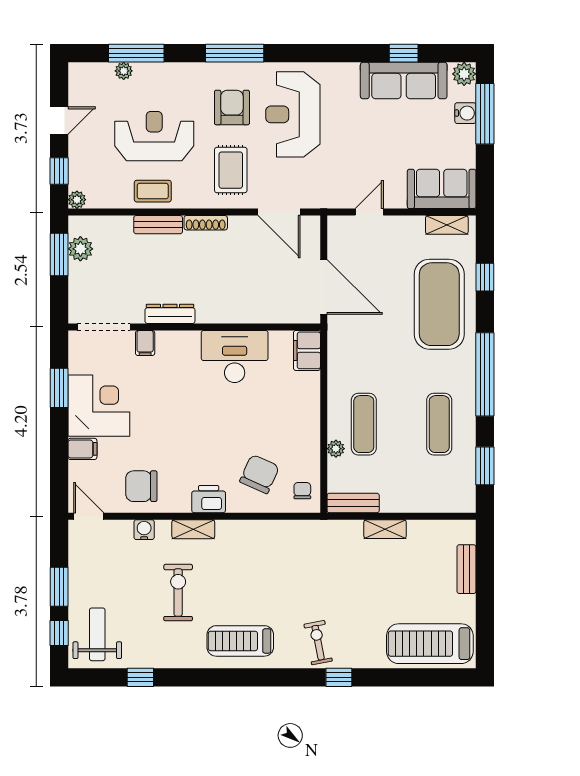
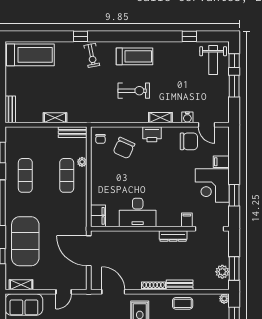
door: (89, 516) -> (207, 125), moved
bench: (466, 569) -> (10, 109), moved
exercise bike: (178, 593) -> (134, 91), moved, turned -90

